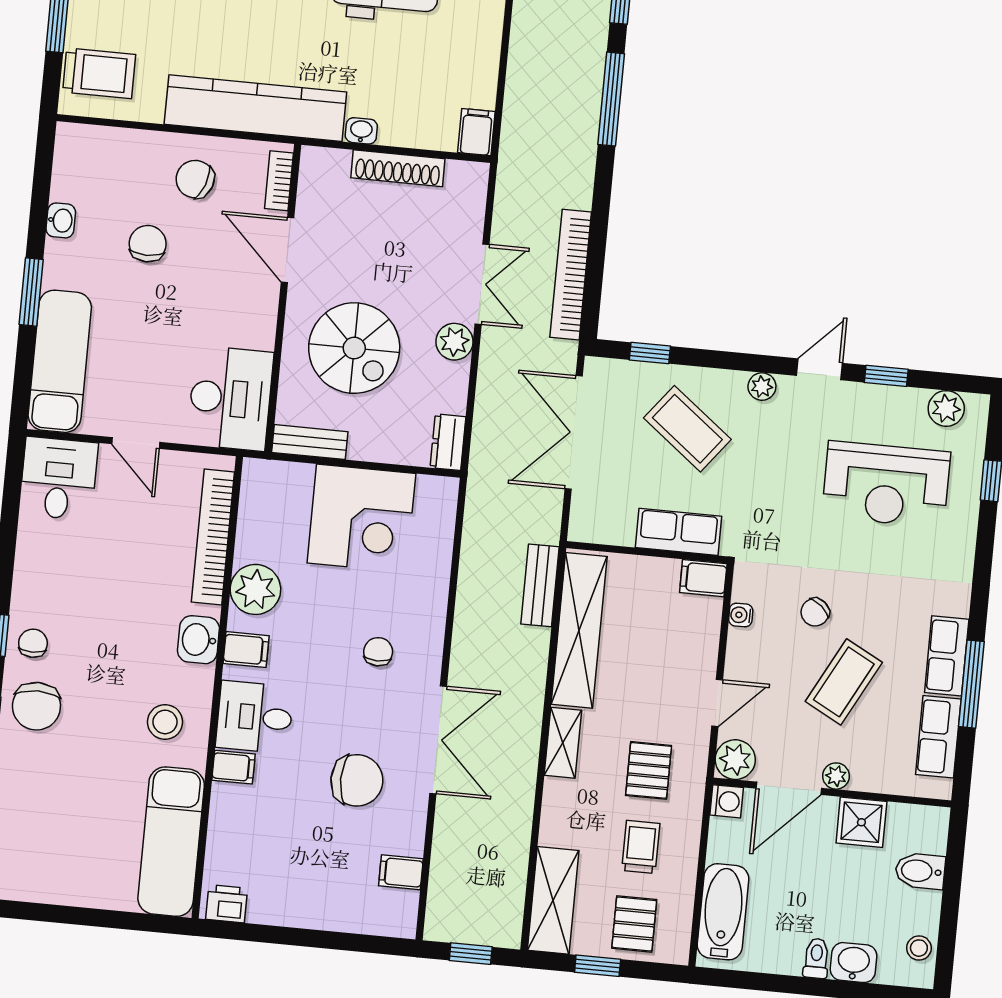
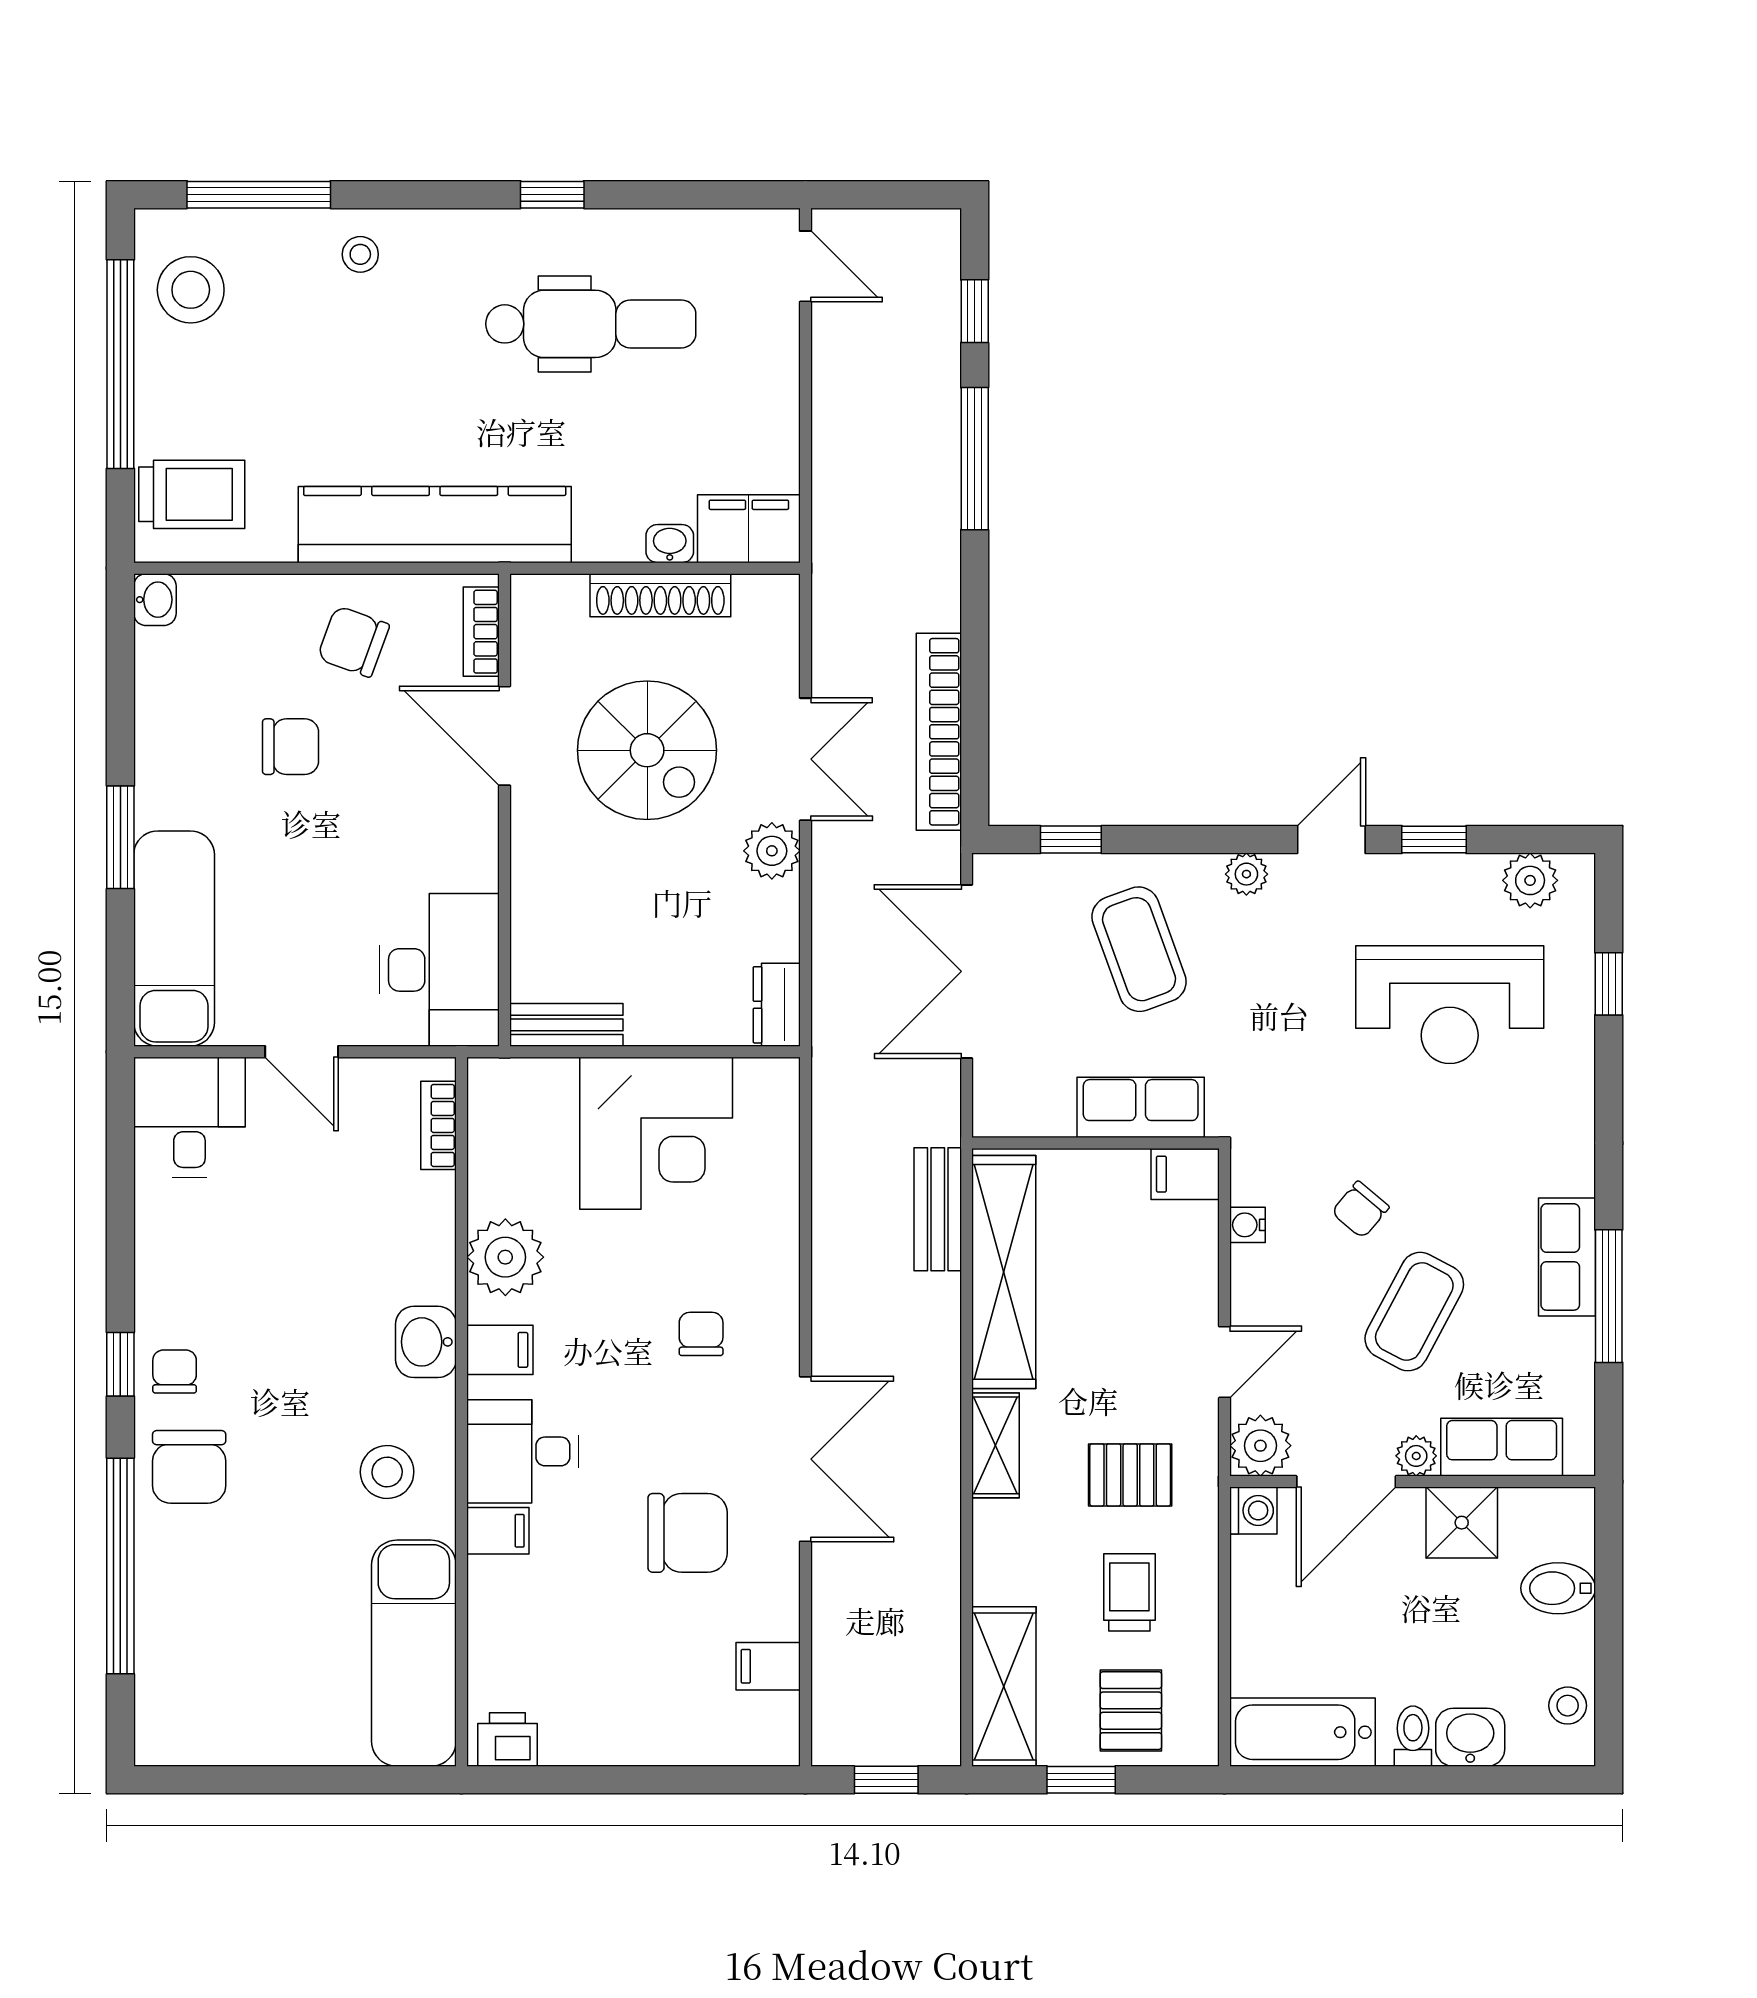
washbasin: (361, 131) -> (670, 544), moved
filing cabinet: (476, 132) -> (749, 529), width x2.00
washbasin: (61, 220) -> (155, 600), moved
chair: (148, 244) -> (291, 747), turned 90
spiral stairs: (354, 348) -> (647, 750), moved
coffee table: (687, 429) -> (1139, 949), turned 32
bookcase: (213, 537) -> (438, 1125), width x0.43, depth x0.76
row of seats: (938, 737) -> (1502, 1447), moved, turned 90
pallet: (649, 770) -> (1130, 1475), turned 90
bathtub: (723, 912) -> (1302, 1732), moved, turned -90

